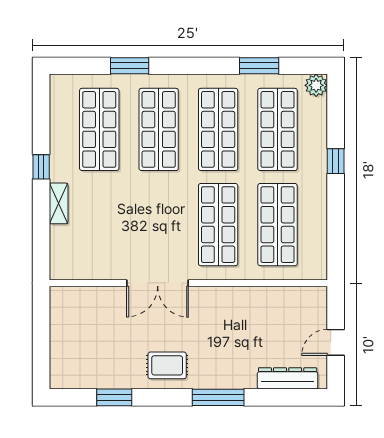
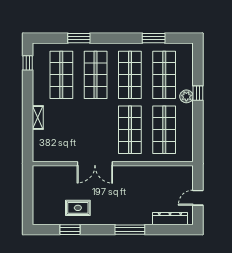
plant: (316, 85) -> (186, 96), moved
window: (41, 167) -> (28, 63), moved
rug: (167, 365) -> (78, 208), moved

